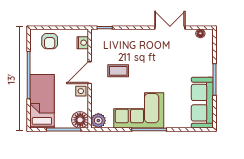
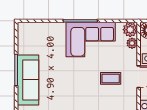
sofa: (202, 103) -> (28, 80), moved
plant: (96, 107) -> (132, 43), added

